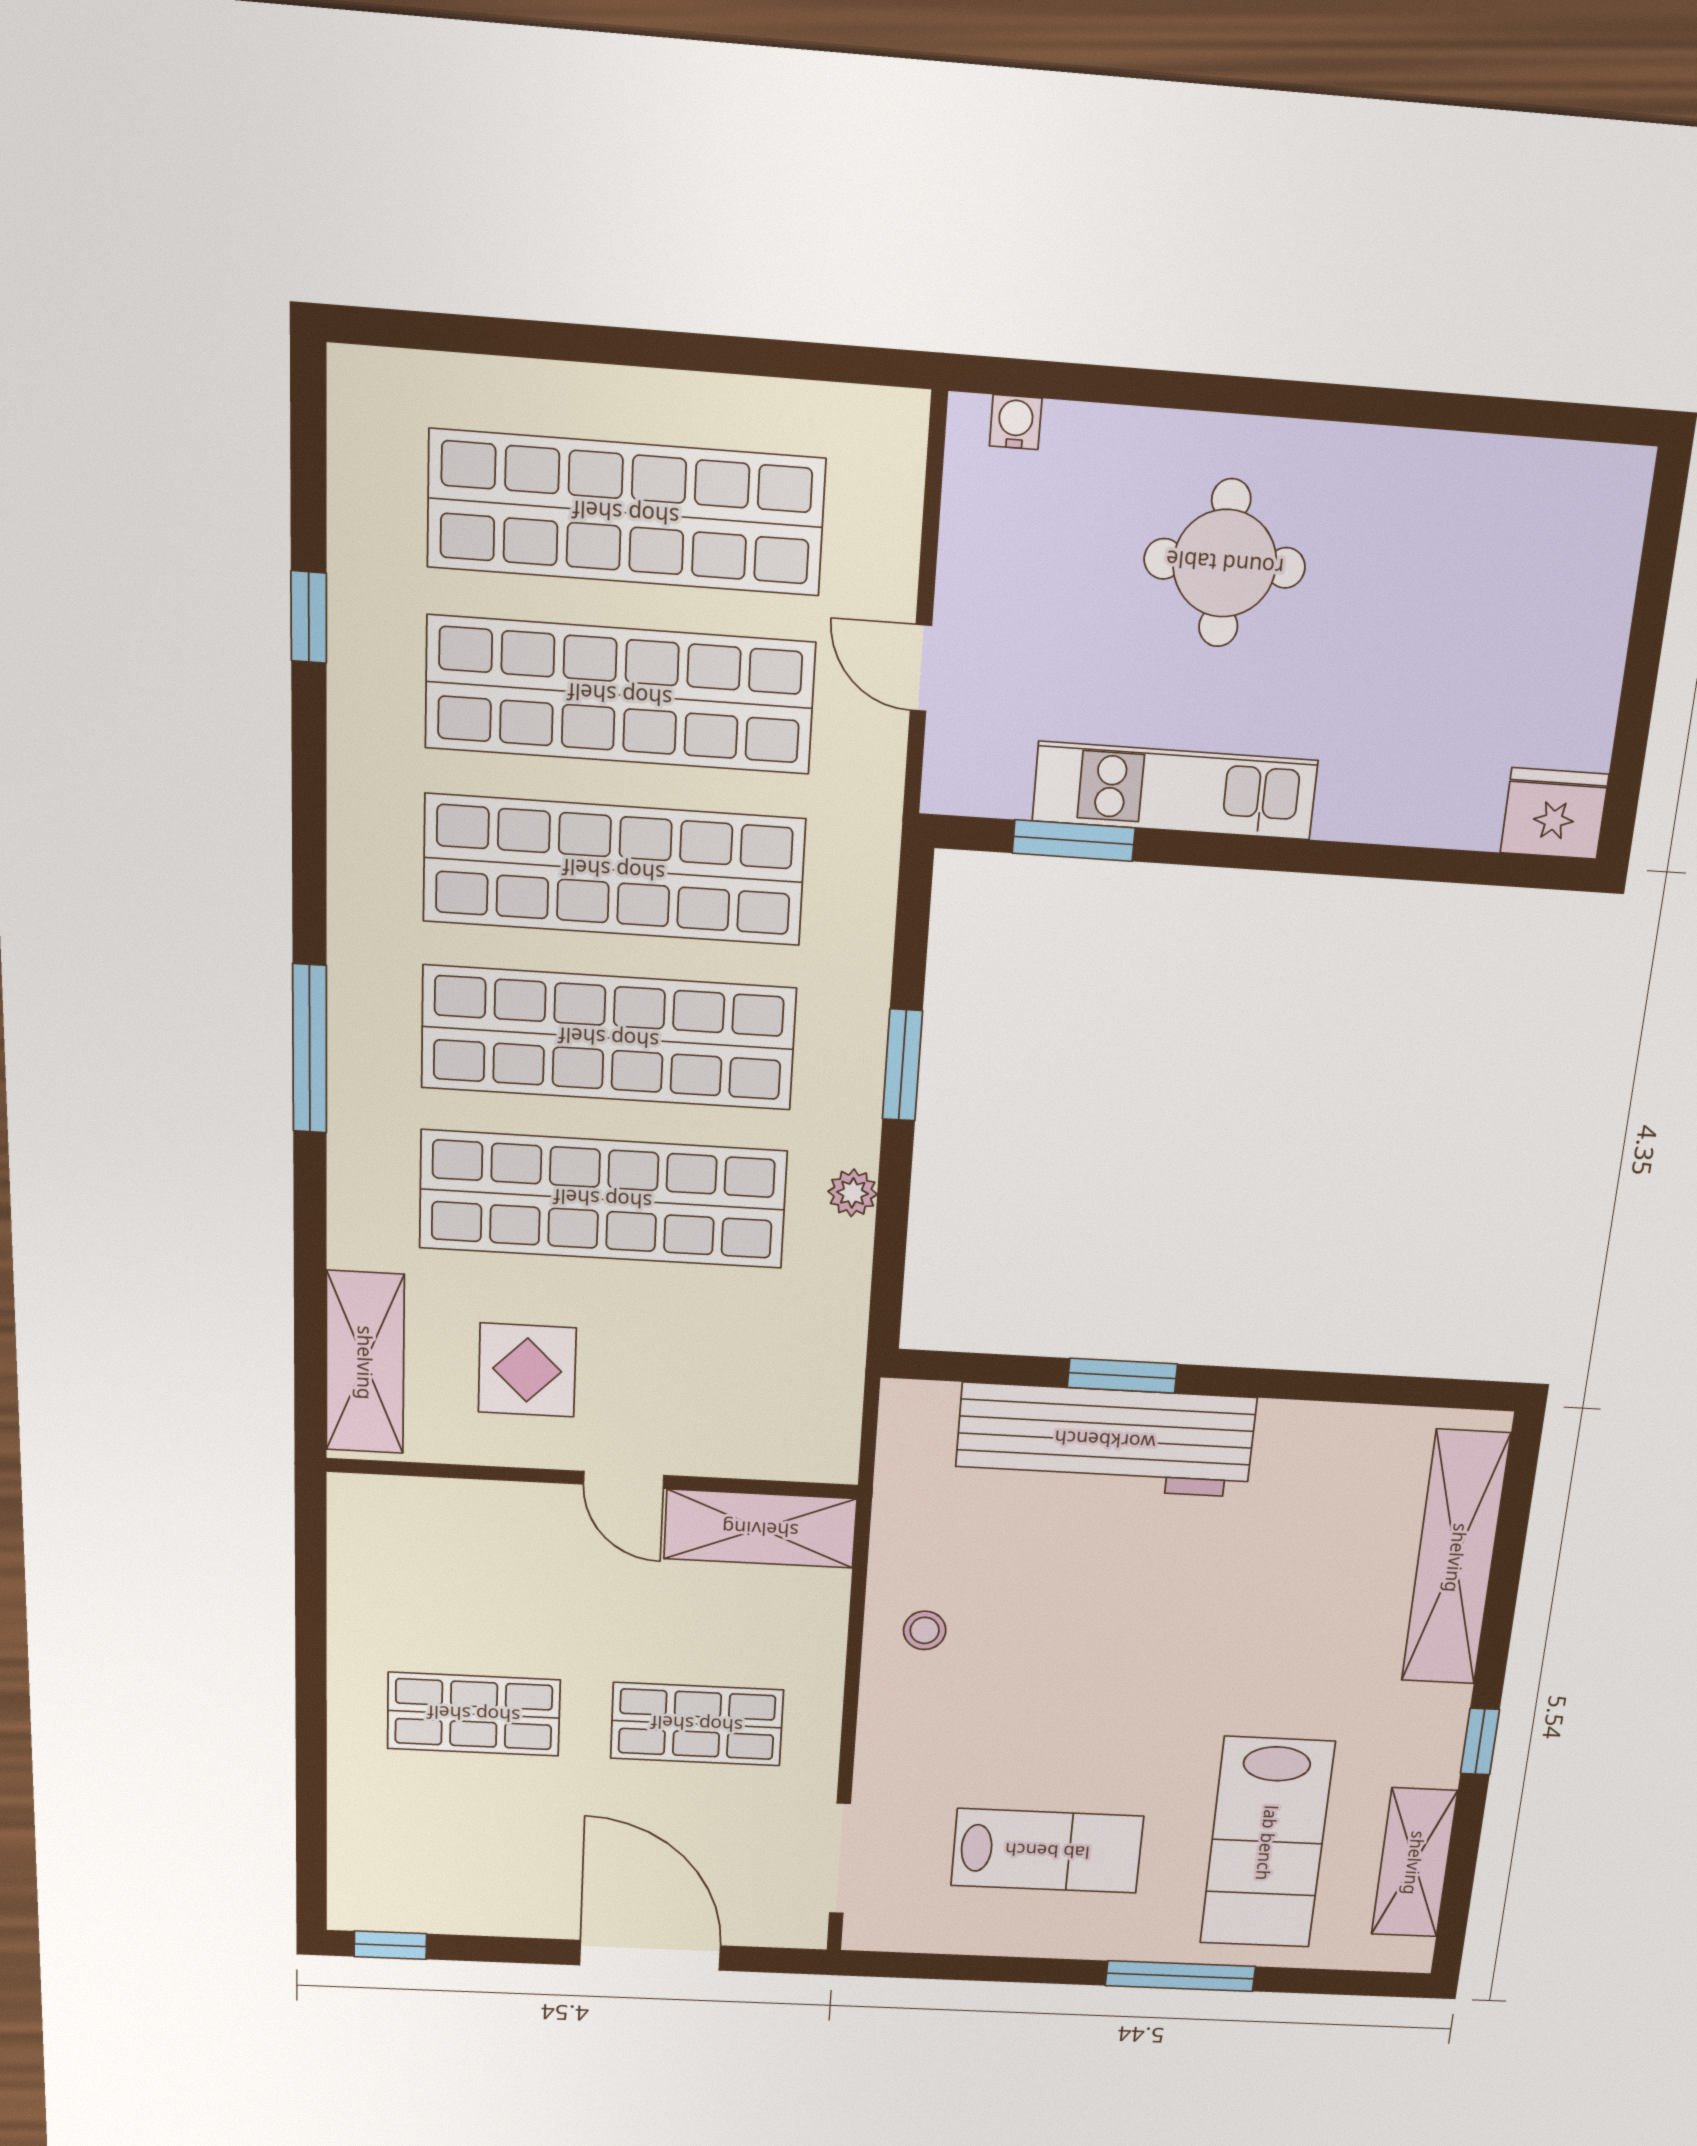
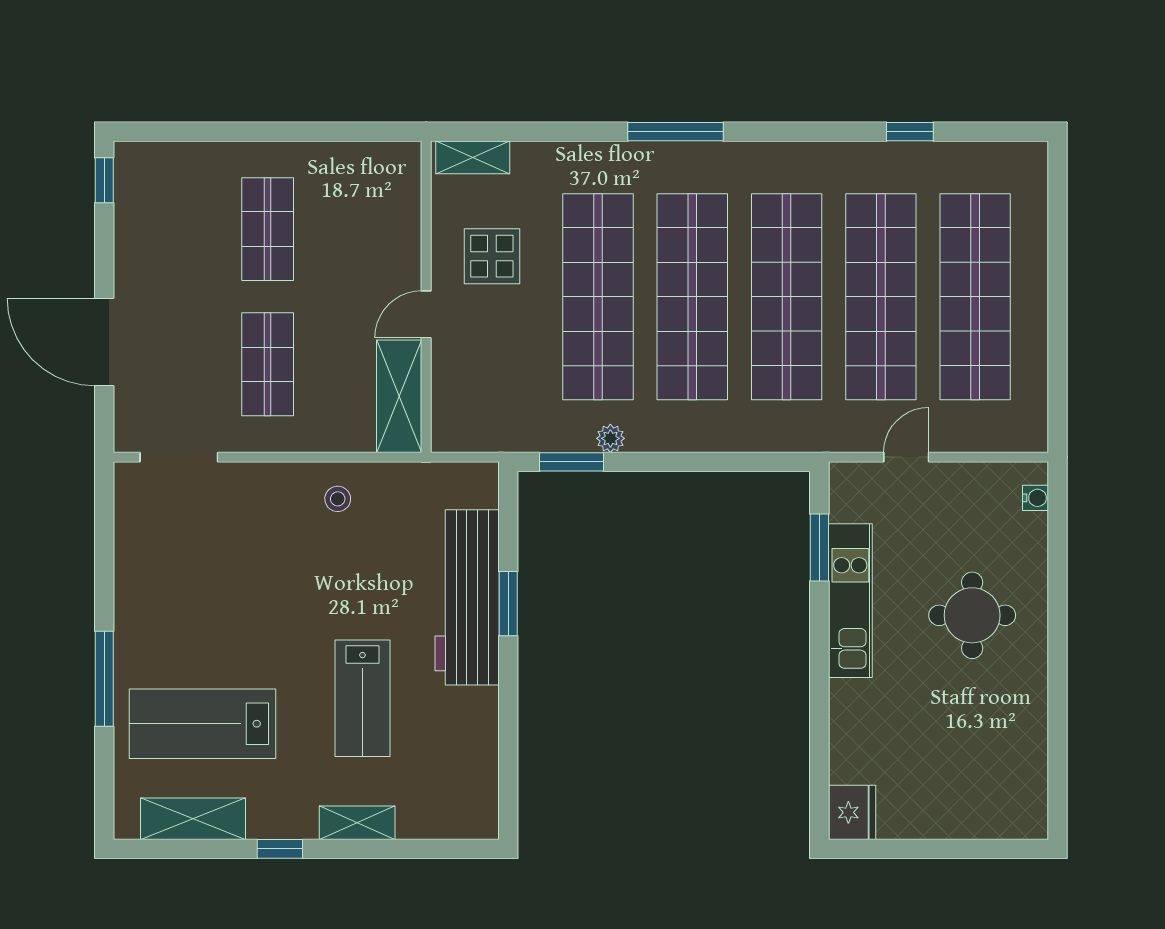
window: (902, 1065) -> (571, 462), moved
shelving: (365, 1363) -> (473, 157), width x0.67, depth x0.75
shelving: (1456, 1558) -> (357, 823), width x0.45, depth x0.75
lab bench: (1047, 1851) -> (362, 698), moved
door: (650, 1955) -> (104, 342), swing flipped

